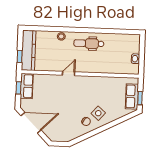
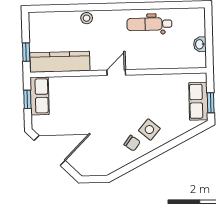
dental chair: (89, 43) -> (149, 24), moved
kitchen counter: (29, 51) -> (60, 62), moved, turned -90
door: (69, 74) -> (116, 73), moved

